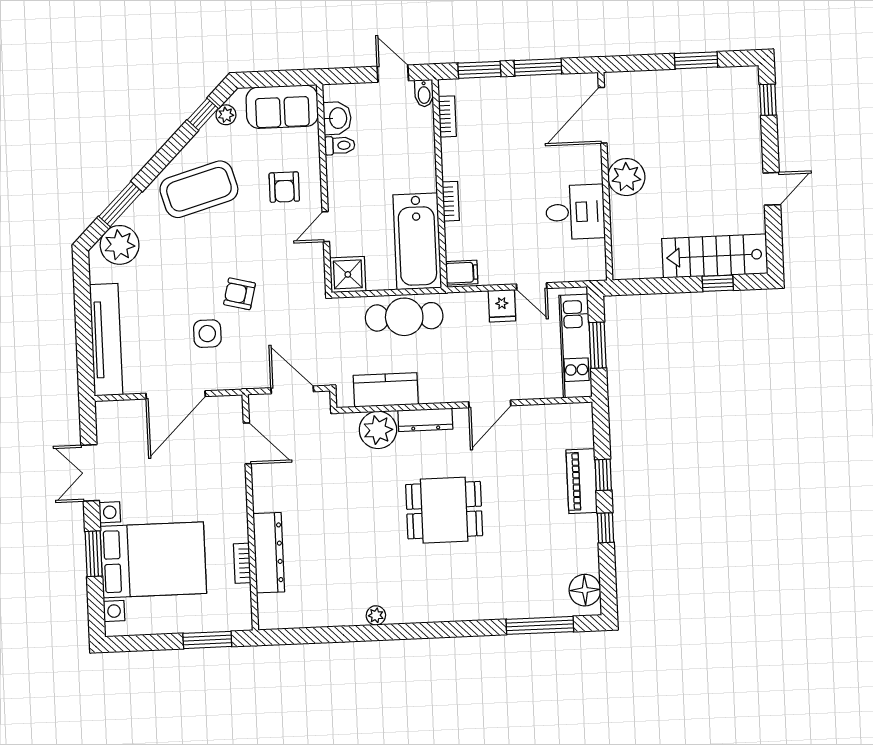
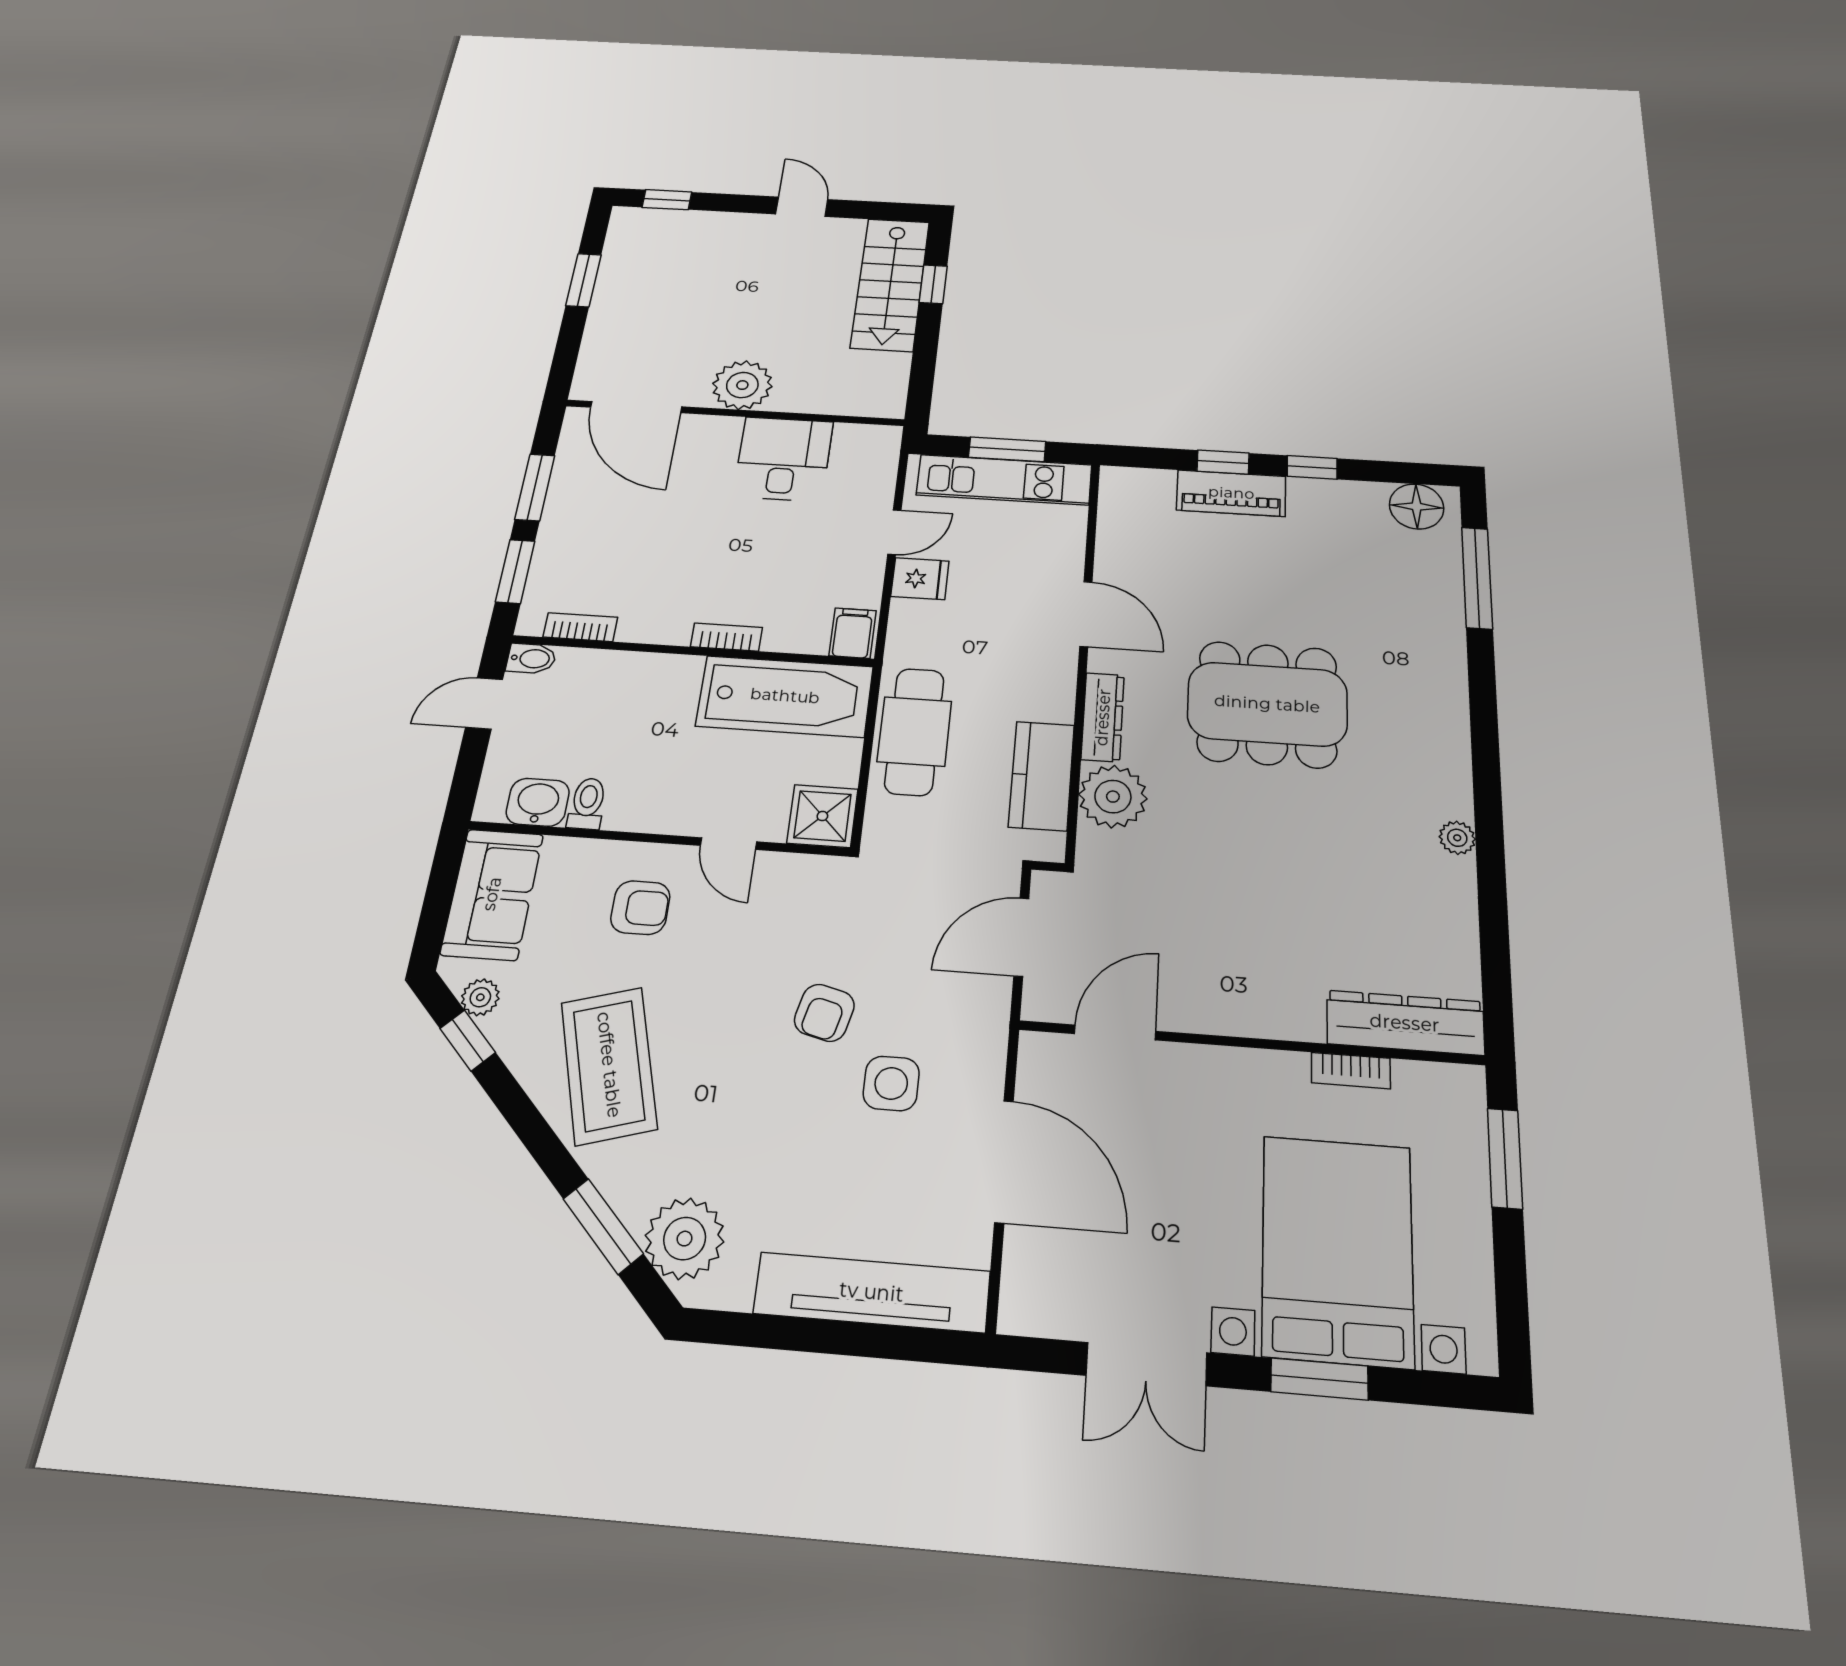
dining table: (444, 510) -> (1267, 704), width x1.38
dresser: (269, 553) -> (1405, 1023), moved

